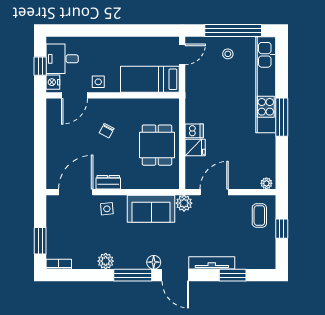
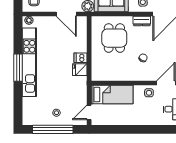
kitchen unit: (266, 85) -> (29, 62), moved
dining table: (157, 145) -> (114, 38), moved
fridge: (195, 147) -> (80, 70), moved
door: (214, 192) -> (66, 14), hinge flipped

